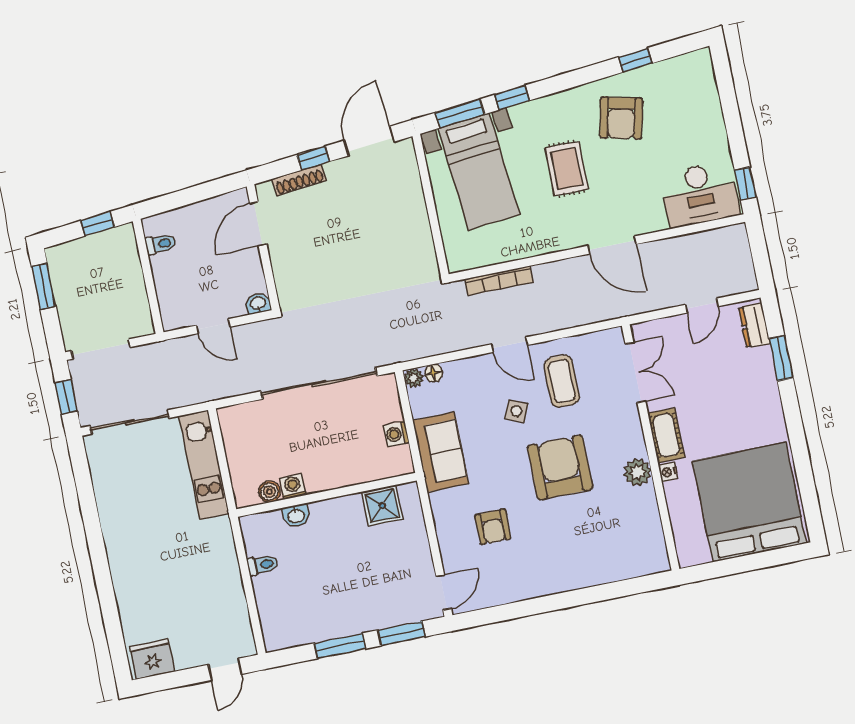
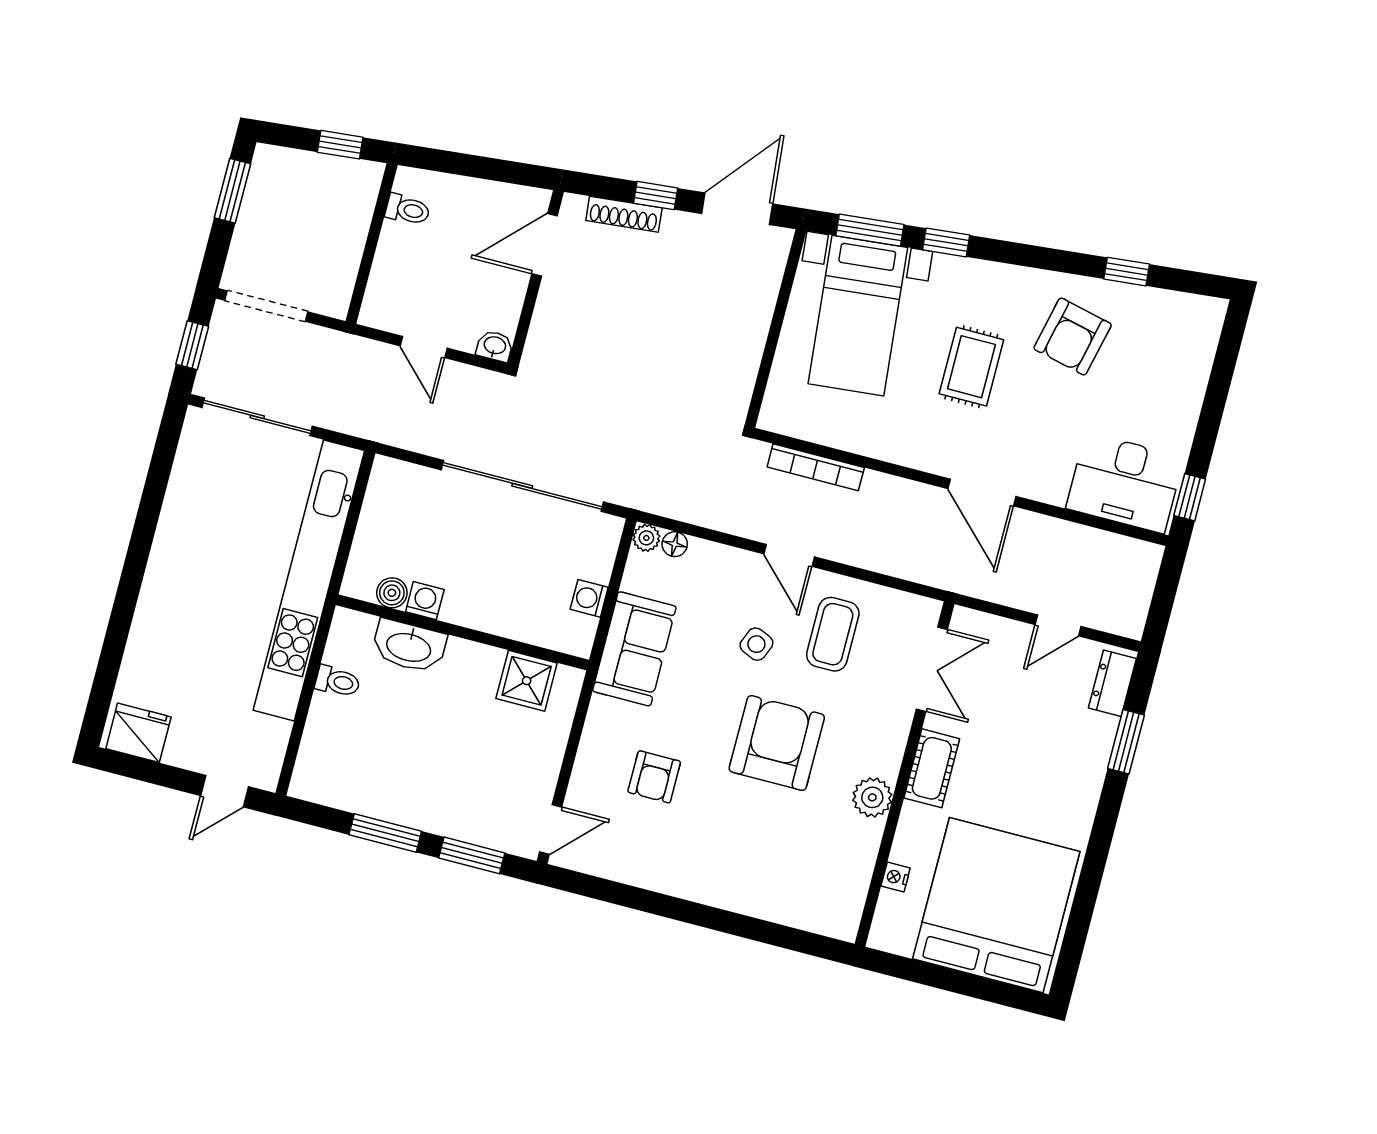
kitchen unit: (204, 465) -> (309, 580), width x1.86
nightstand: (668, 472) -> (896, 877), moved
washbasin: (296, 516) -> (409, 646), width x1.91, depth x1.45

